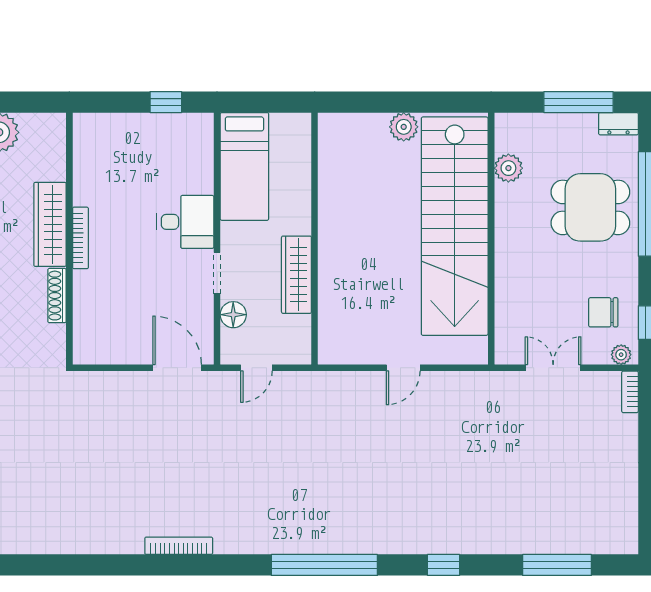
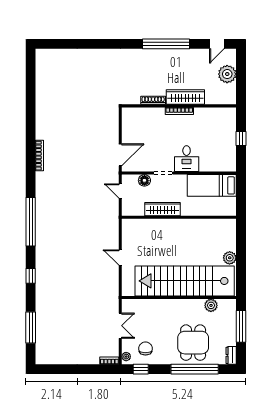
window: (166, 102) -> (241, 138), moved
window: (579, 102) -> (241, 326), moved

